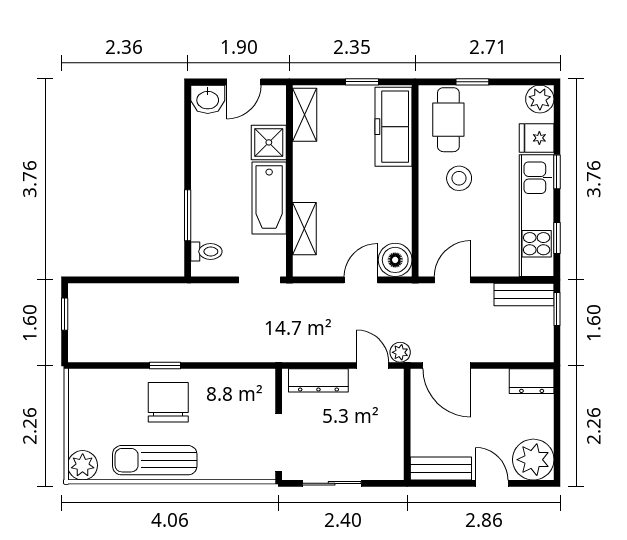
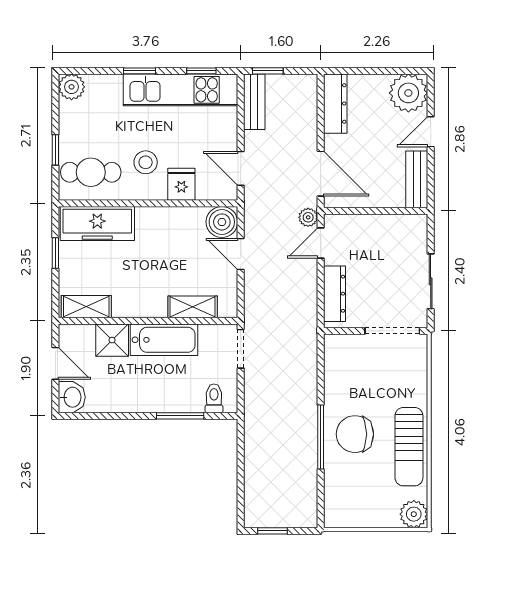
fridge: (537, 138) -> (181, 184), moved, turned 180
window: (165, 366) -> (321, 437), width x2.17
door: (447, 366) -> (321, 174), hinge flipped
dresser: (532, 381) -> (335, 104), width x1.44

